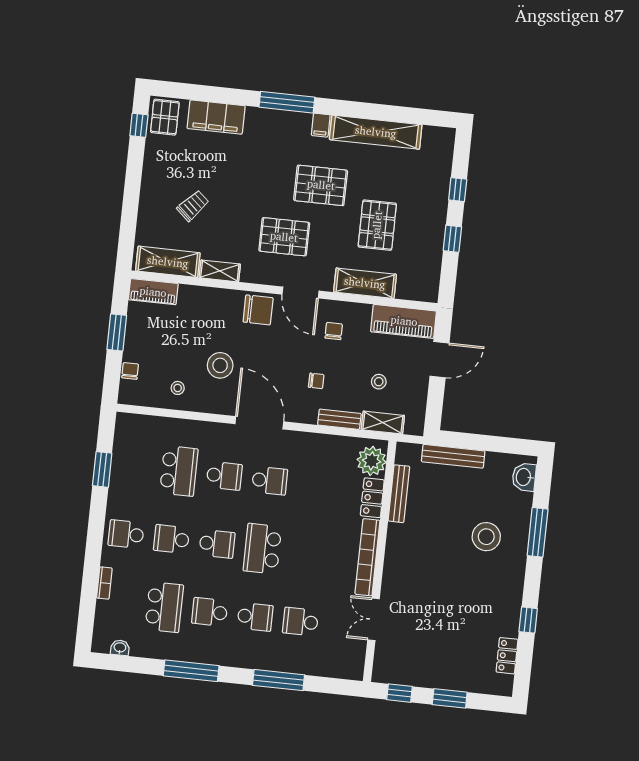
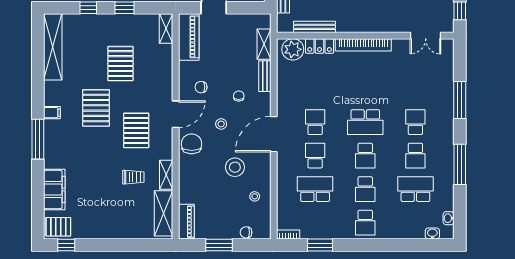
shelving: (376, 132) -> (53, 47), moved
trolley: (193, 206) -> (133, 177), moved, turned 138
pallet: (377, 225) -> (120, 64), turned 90
shelving: (365, 283) -> (166, 28), moved, width x0.67, depth x0.75
stool: (379, 382) -> (221, 124), moved
school desk: (217, 544) -> (365, 156), turned 180
bookcase: (104, 583) -> (288, 235), moved
double door: (374, 619) -> (426, 36), moved
school desk: (300, 622) -> (415, 89), removed
washbasin: (102, 624) -> (432, 233), added

